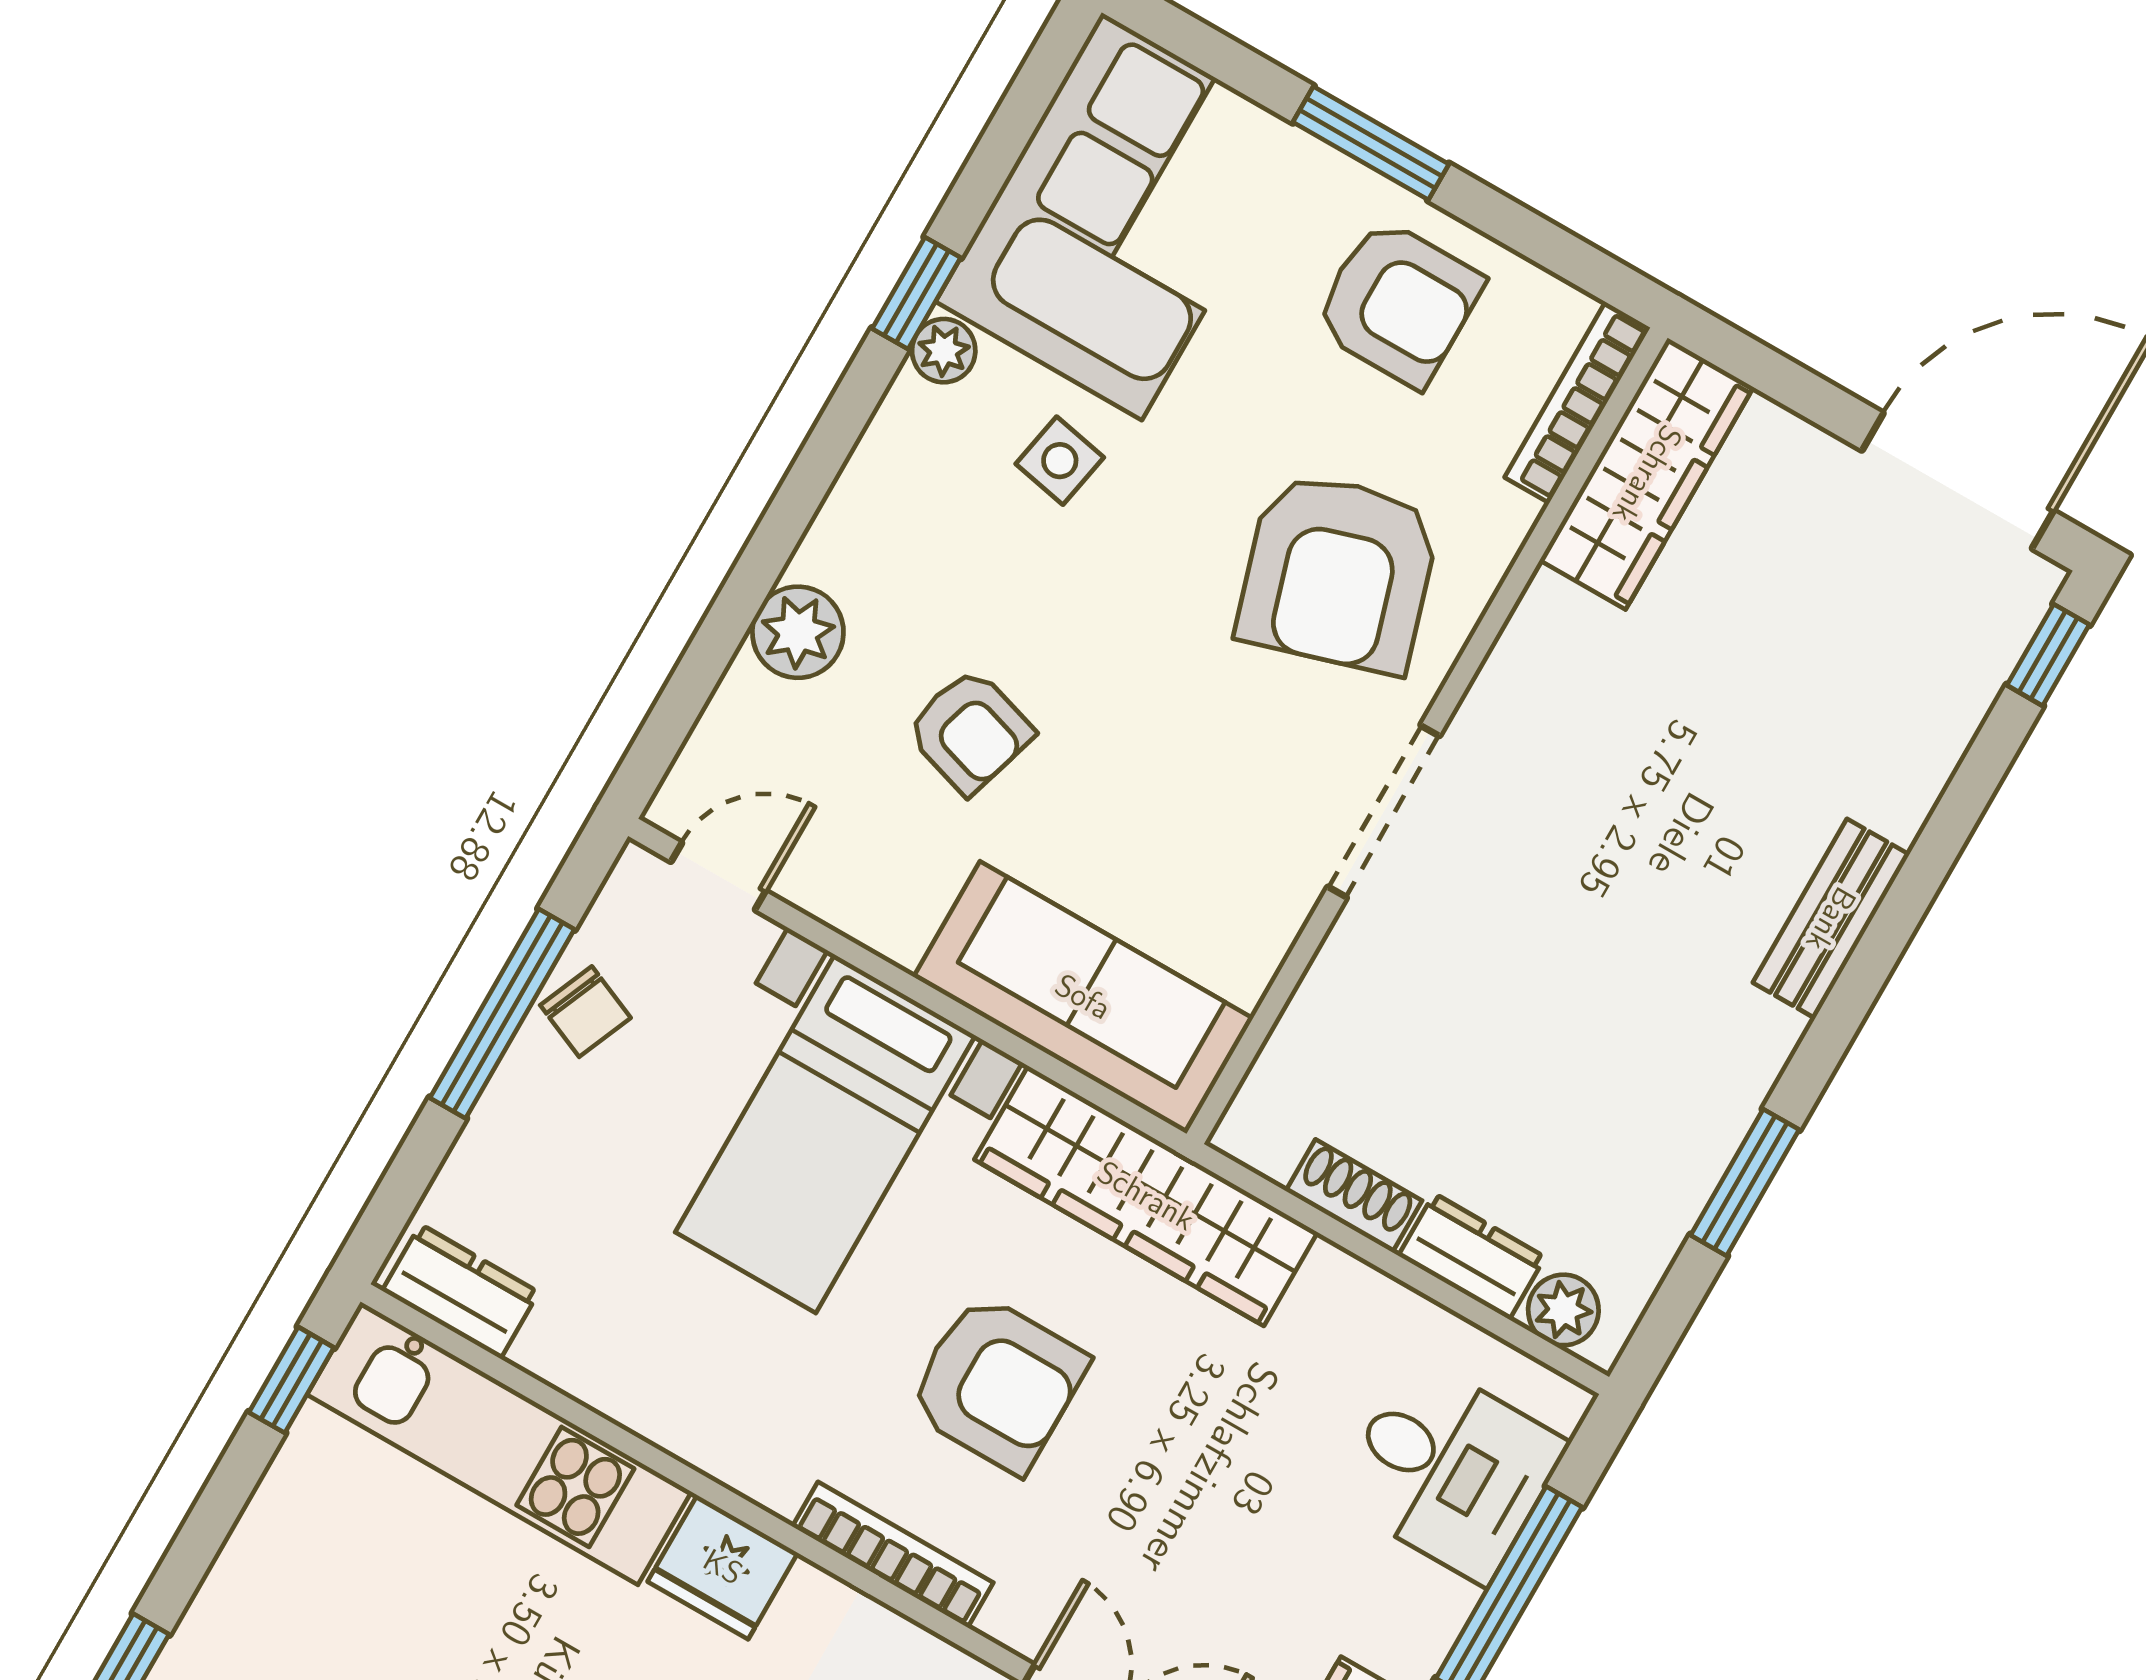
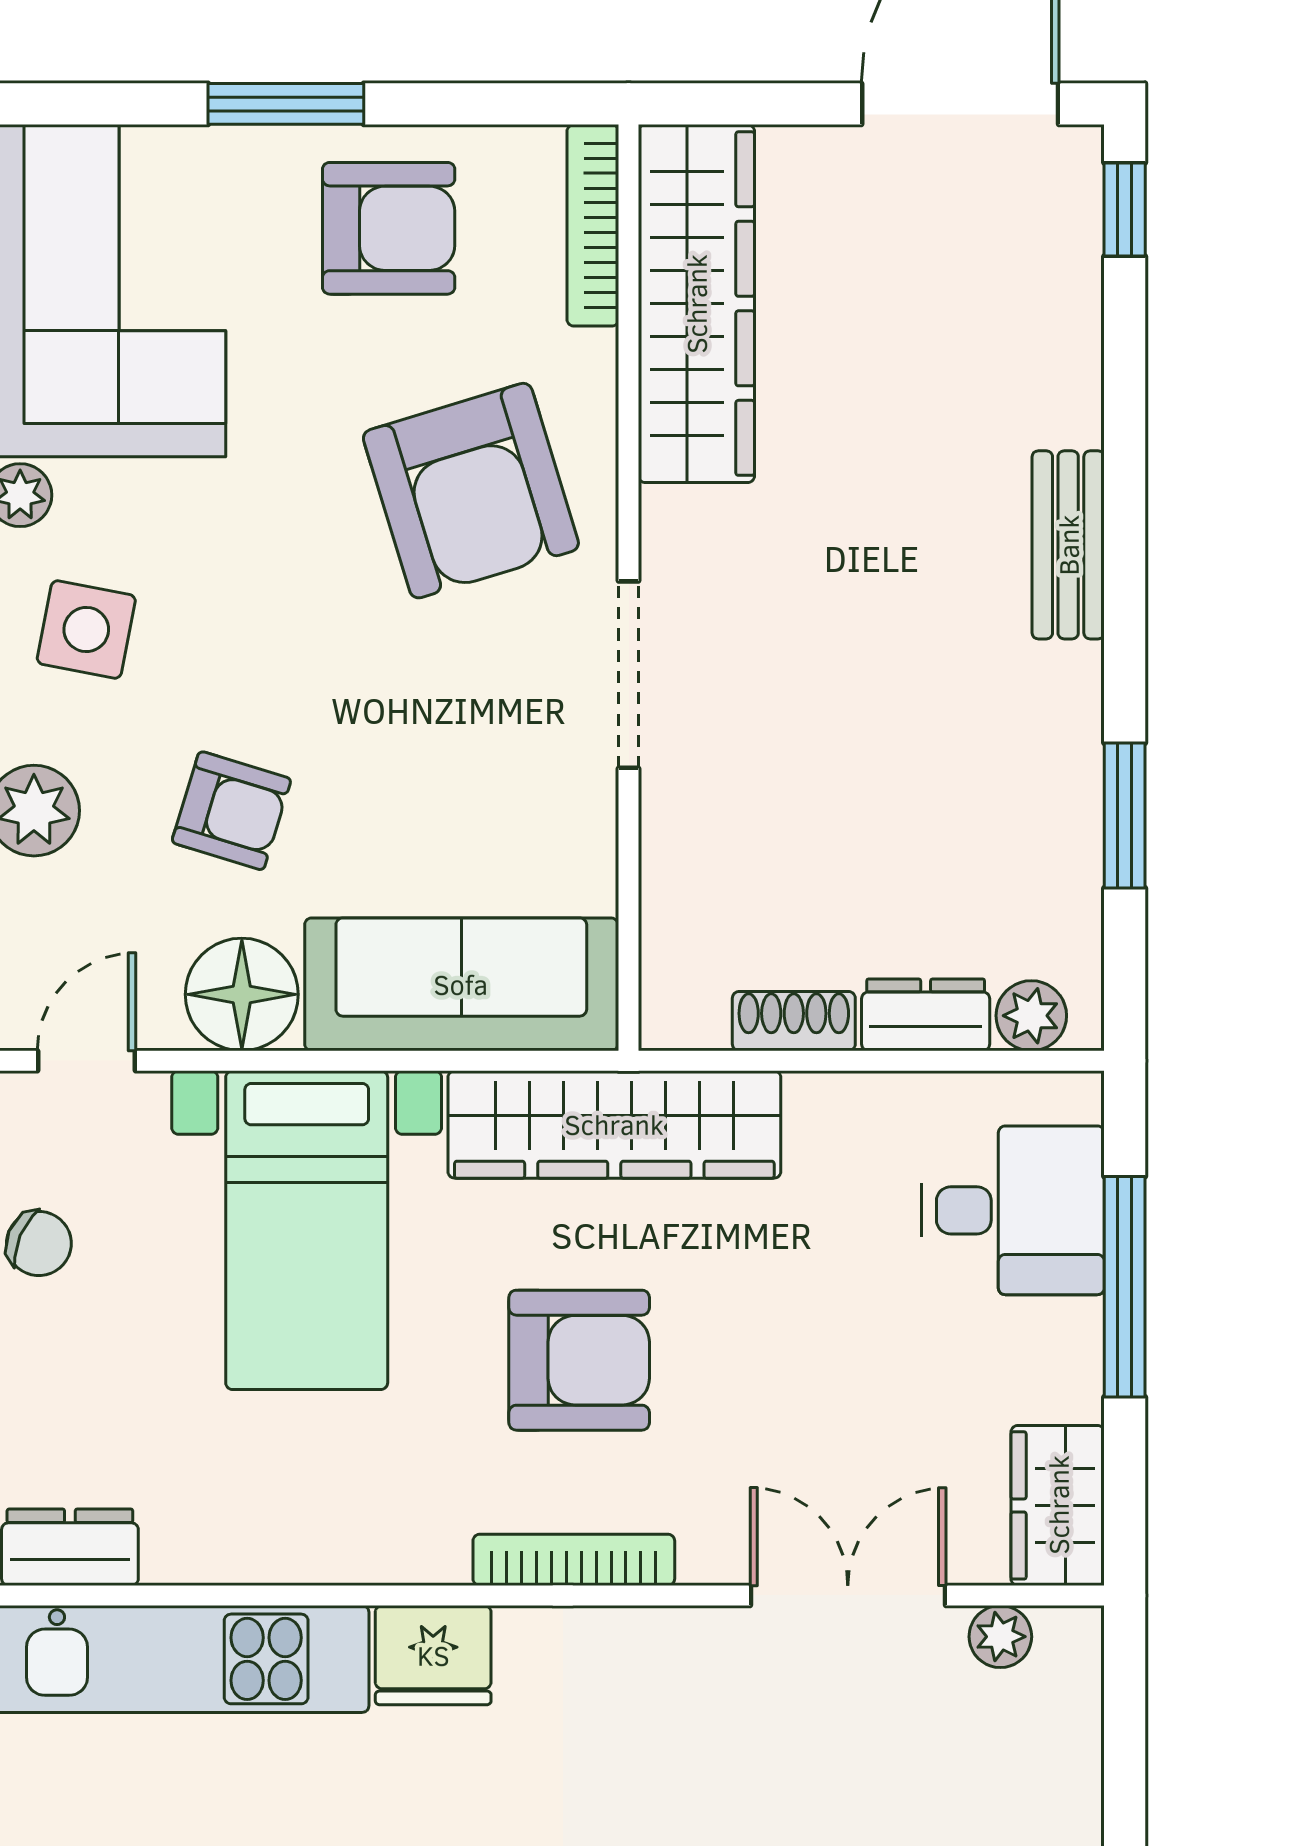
side table: (1060, 461) -> (86, 630), moved, width x1.37, depth x1.37
wardrobe: (1647, 474) -> (696, 304), width x1.40, depth x1.17
floor lamp: (887, 896) -> (242, 994), added

